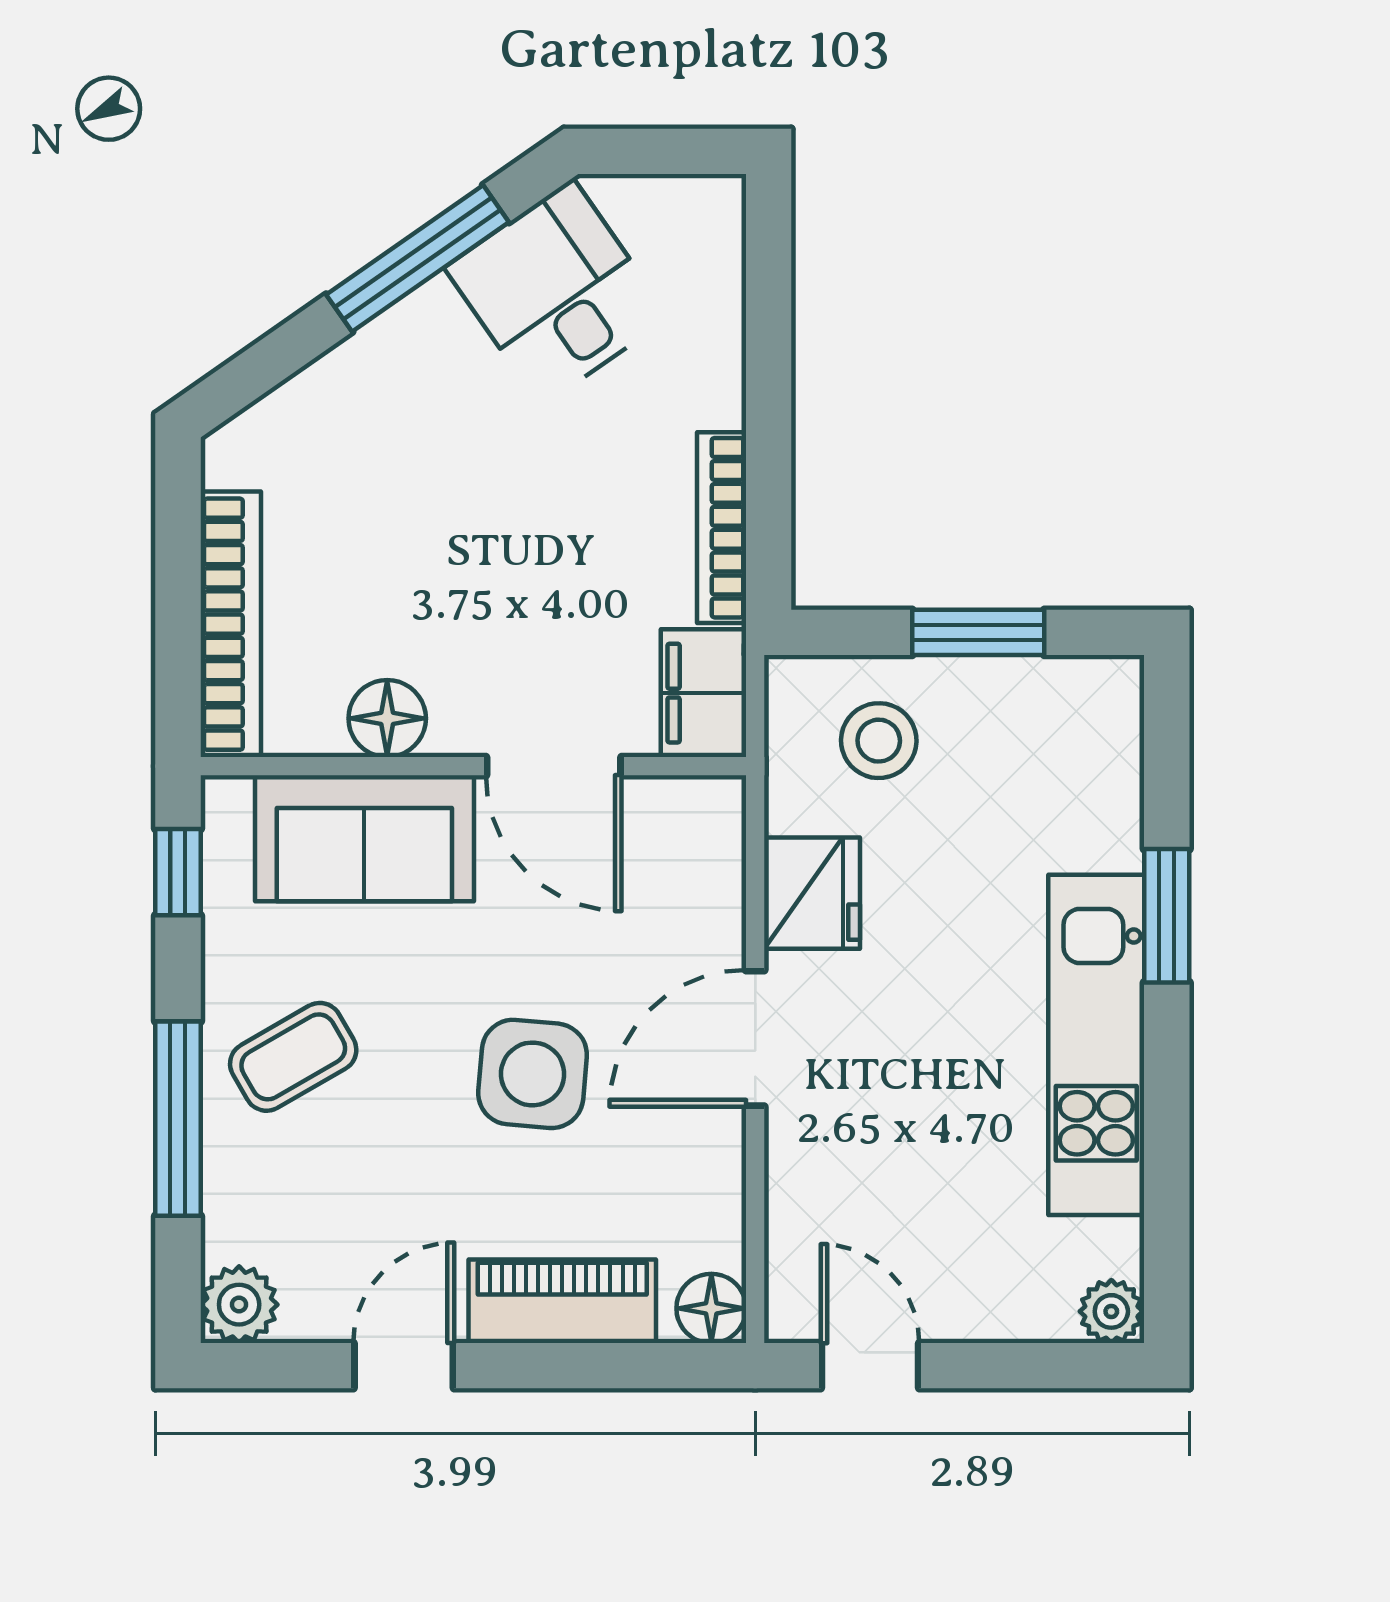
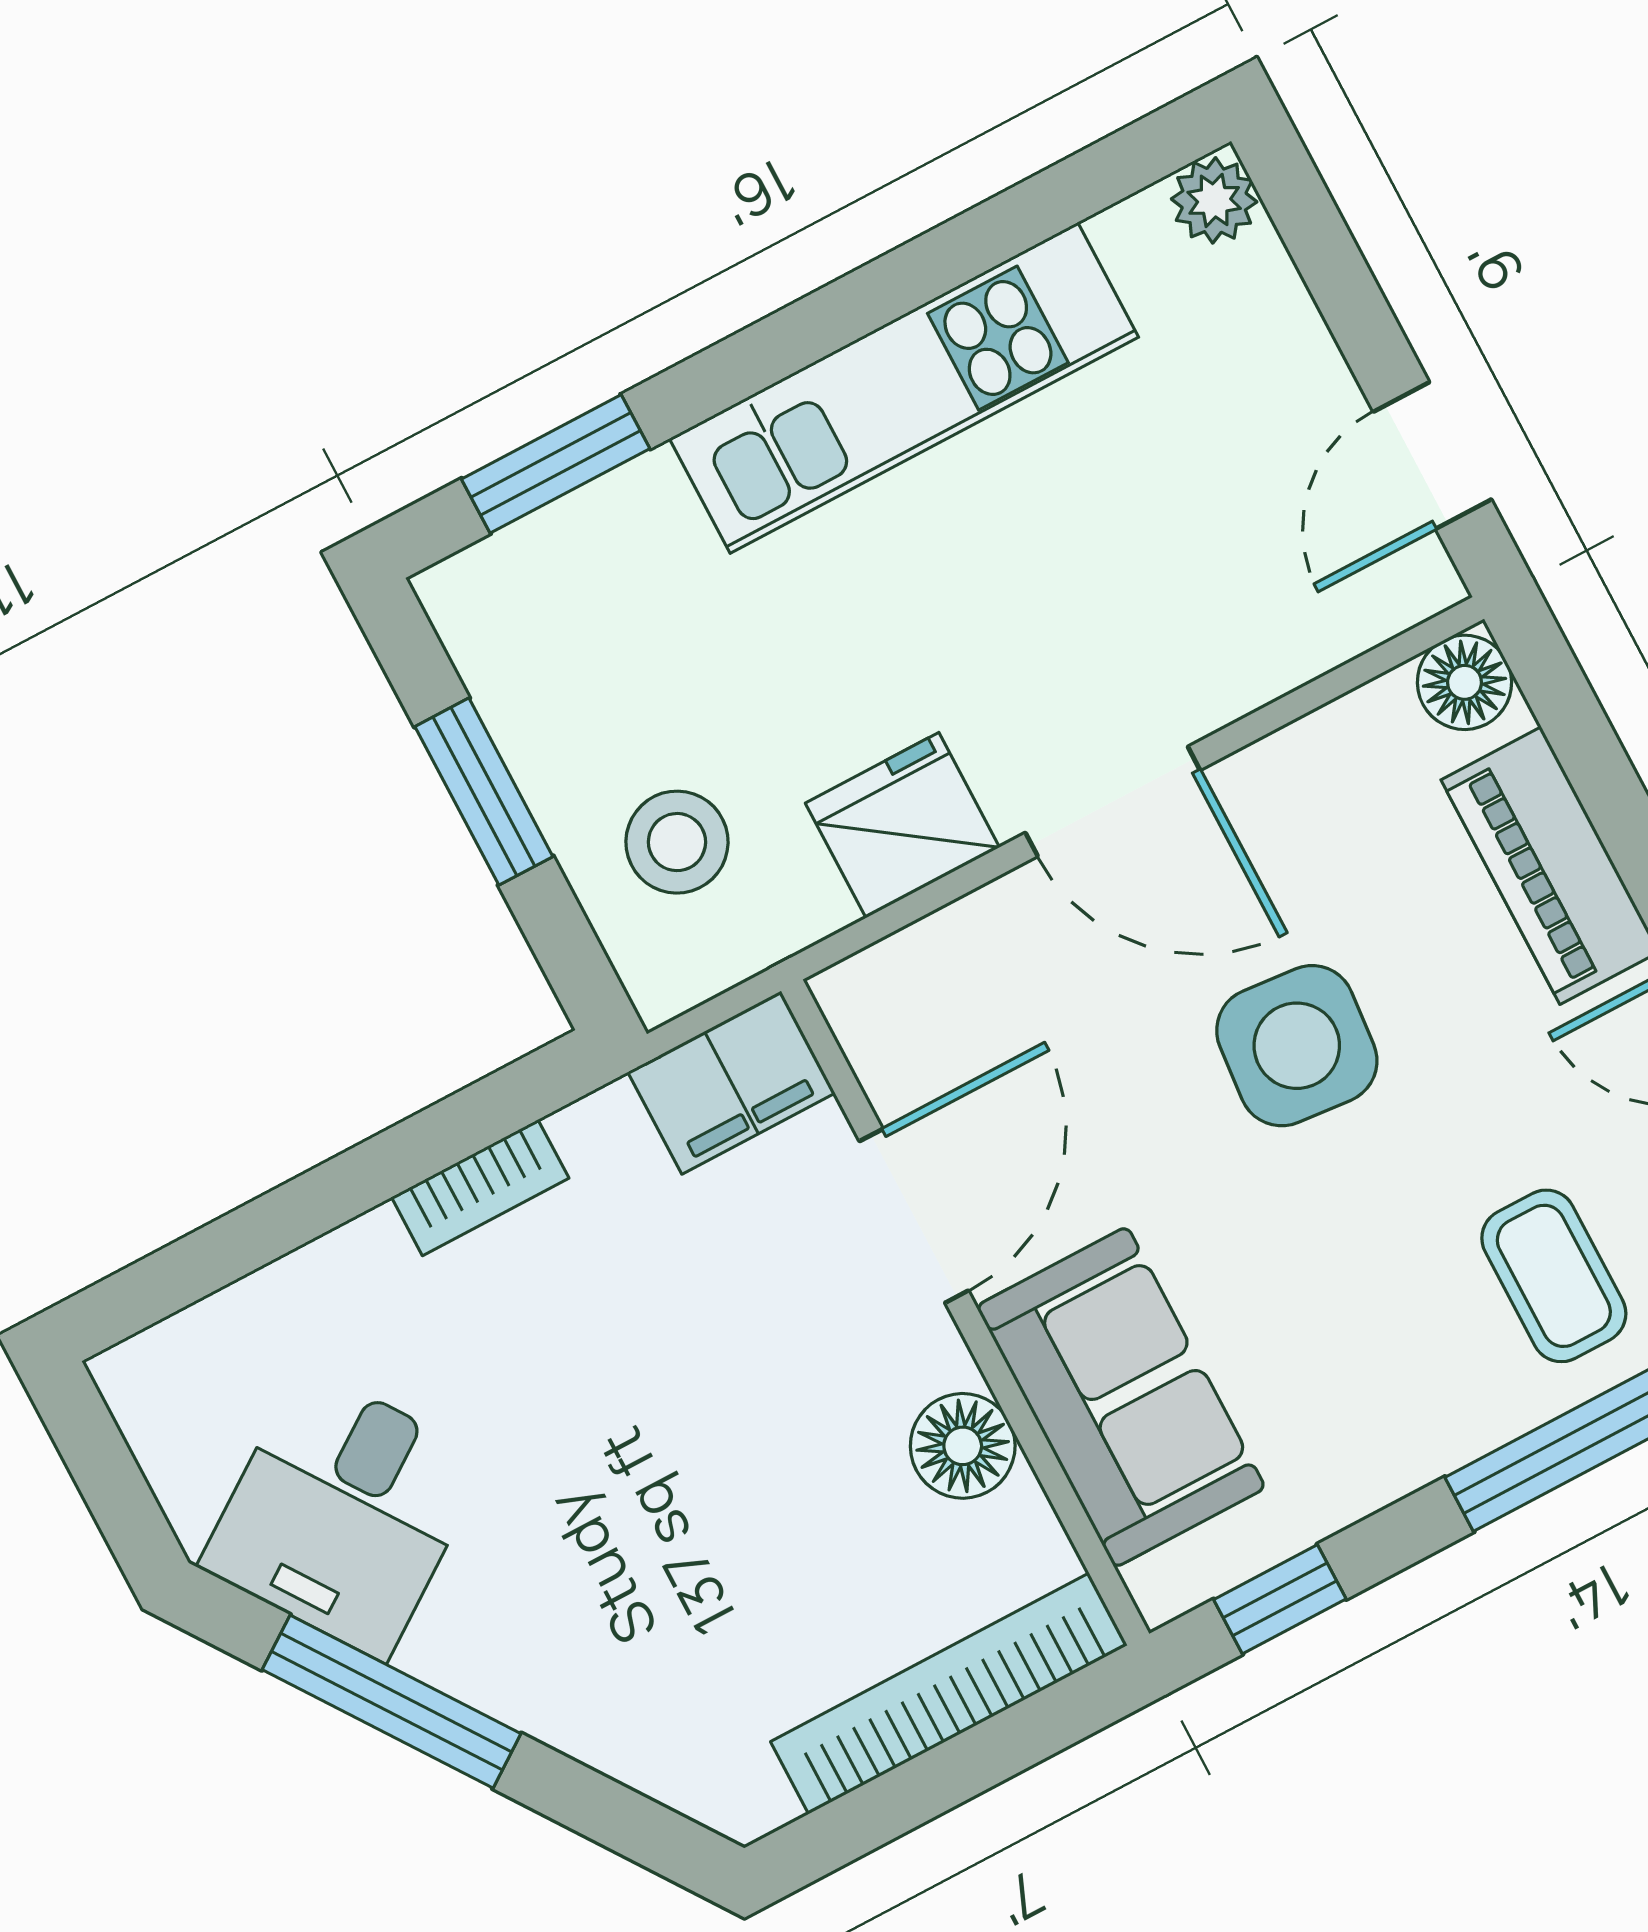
bookcase: (722, 528) -> (480, 1188), width x0.64
window: (1167, 916) -> (556, 464), moved
coffee table: (293, 1057) -> (1554, 1276), moved, turned 30

